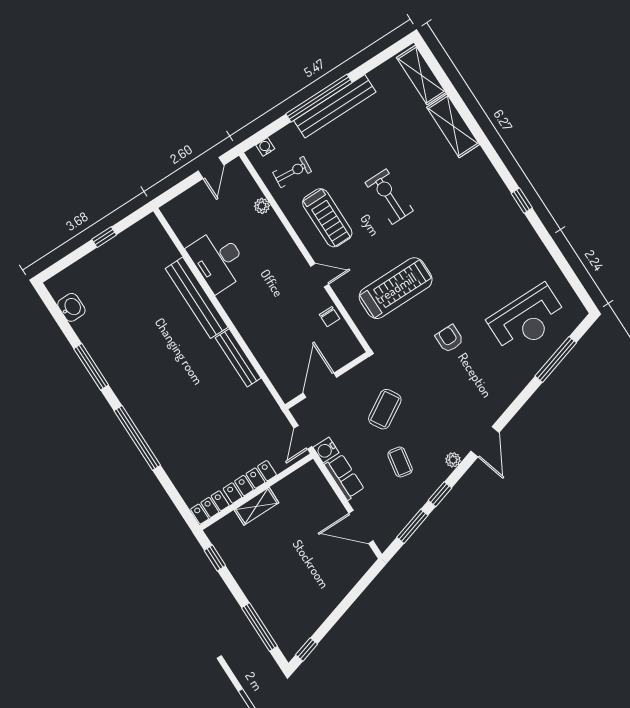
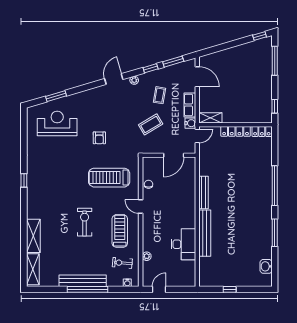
exercise bike: (389, 197) -> (85, 222), turned 180
window: (556, 359) -> (56, 96), width x0.69
shelving: (257, 506) -> (210, 118), moved

